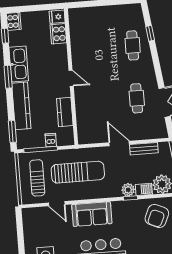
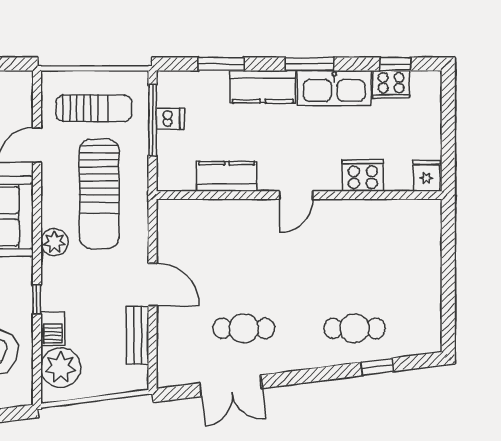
cooker: (14, 21) -> (391, 84), moved
cooker: (58, 34) -> (363, 175), moved
kitchen counter: (21, 106) -> (263, 87), width x0.67
window: (12, 131) -> (221, 64), moved
dishwasher: (51, 140) -> (170, 119), moved
door: (119, 143) -> (153, 284), hinge flipped
plant: (128, 190) -> (54, 242), moved

